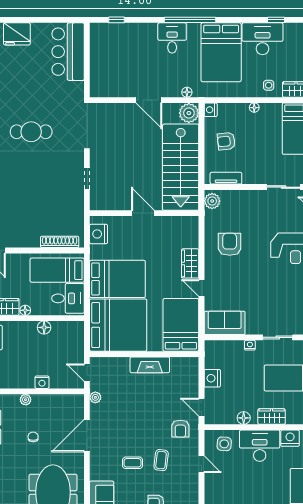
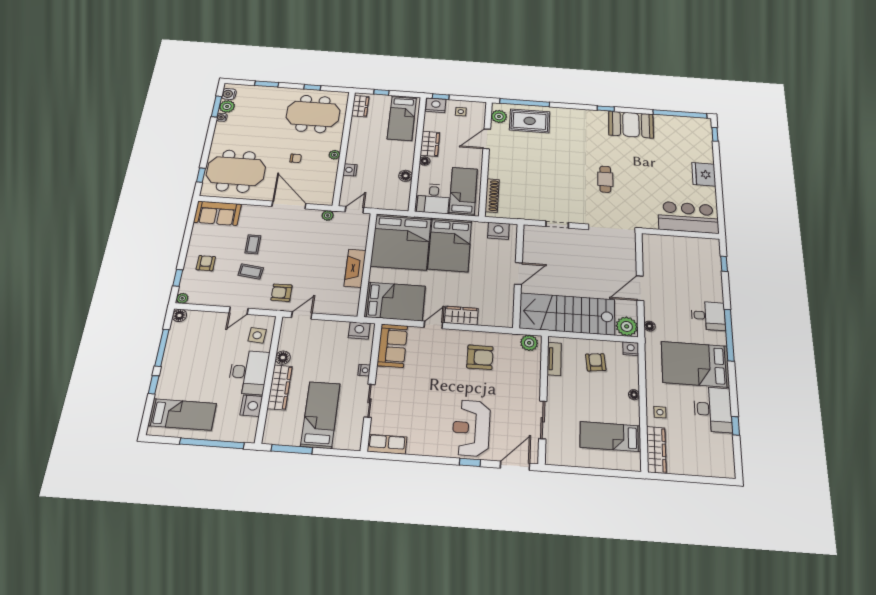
cafe table: (31, 132) -> (605, 179), width x0.73, depth x0.74
nightstand: (212, 378) -> (359, 330), moved
wardrobe: (272, 417) -> (280, 387), width x1.50

